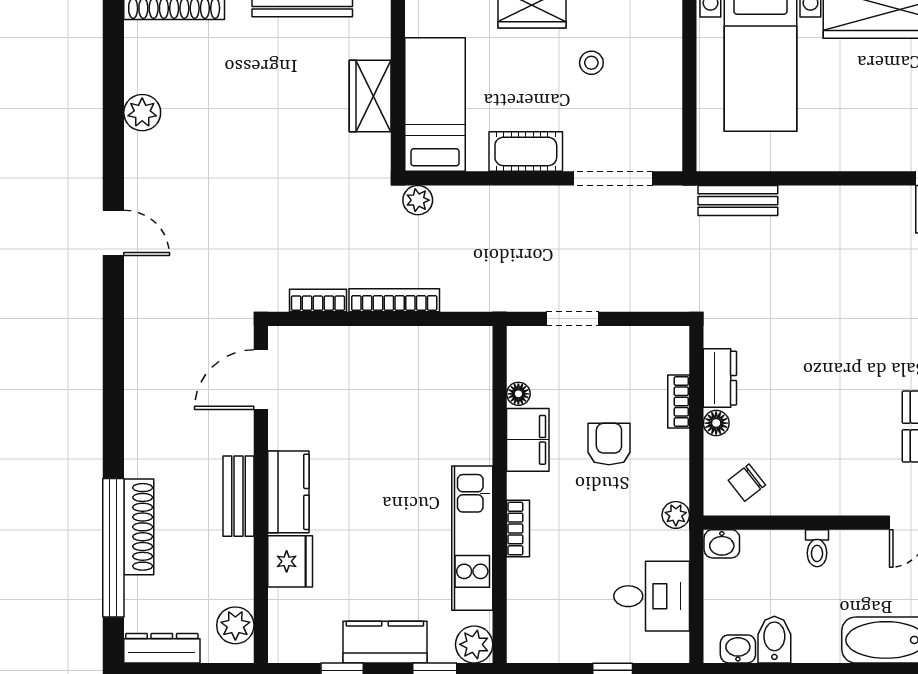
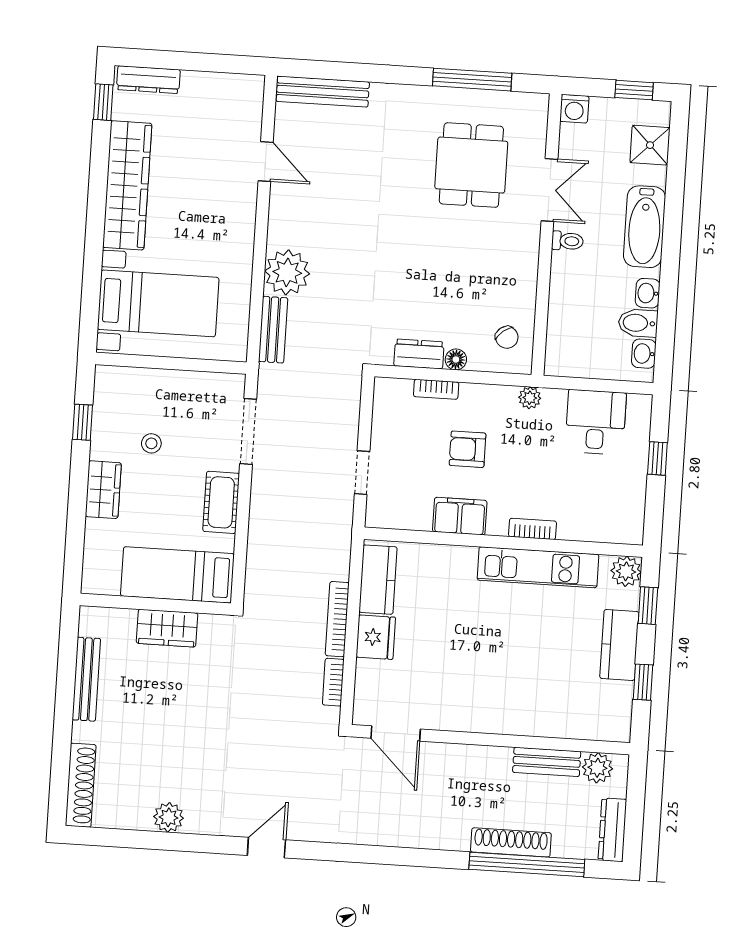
plant: (418, 200) -> (287, 272), moved, width x1.88, depth x1.88
floor lamp: (518, 394) -> (421, 521), removed
kitchen counter: (288, 492) -> (378, 580), moved, turned 90
bench: (239, 496) -> (547, 762), moved
washbasin: (722, 544) -> (648, 293), moved, turned 180
toilet: (817, 548) -> (567, 241), moved
fridge: (290, 561) -> (376, 637), moved, turned 90

